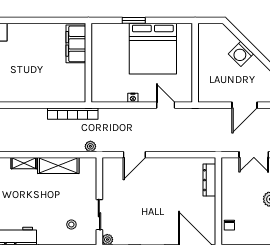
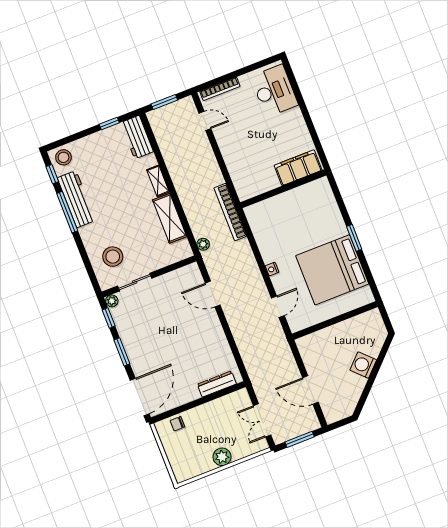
filing cabinet: (76, 44) -> (298, 168), moved
wall: (88, 63) -> (283, 189), moved
stool: (71, 224) -> (113, 257), width x1.89, depth x1.89

